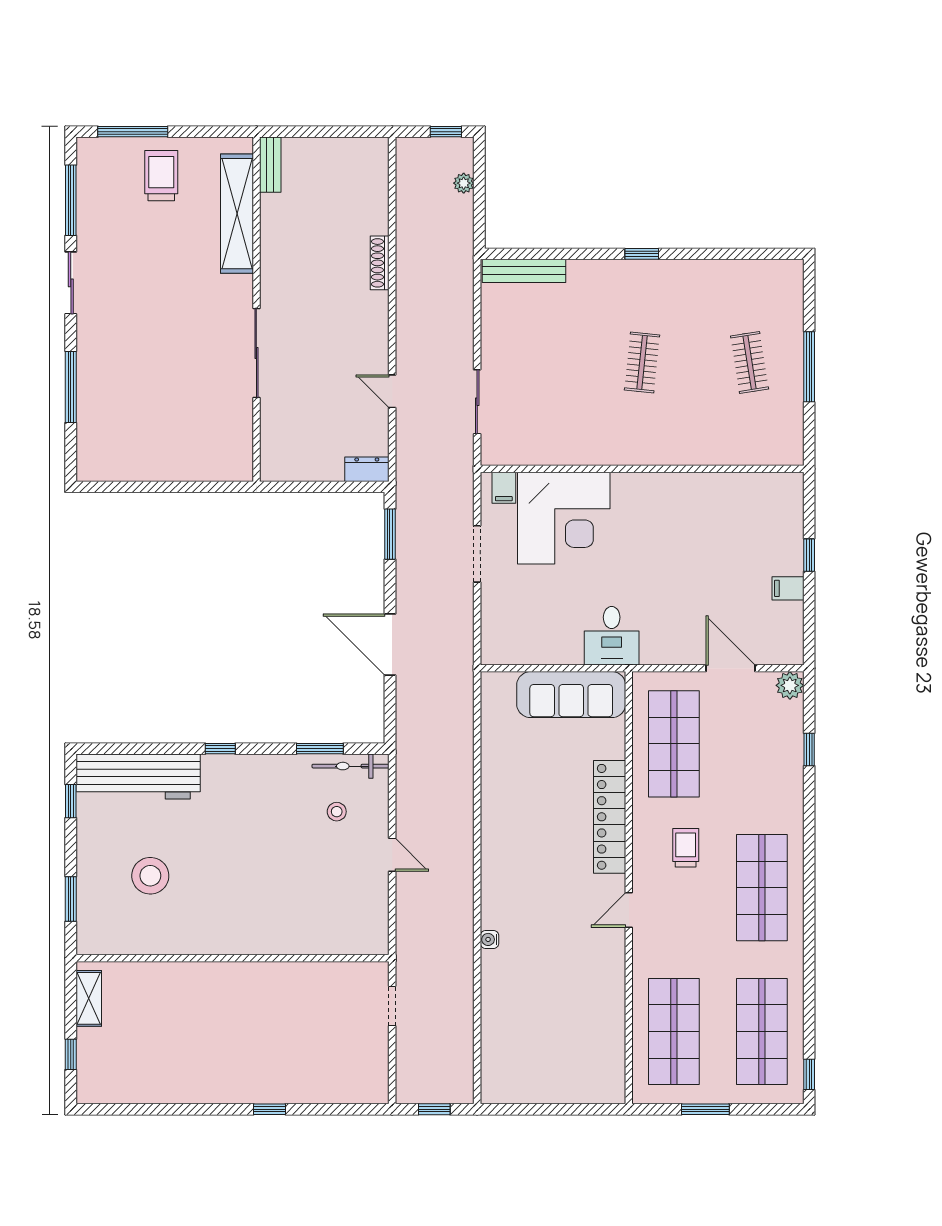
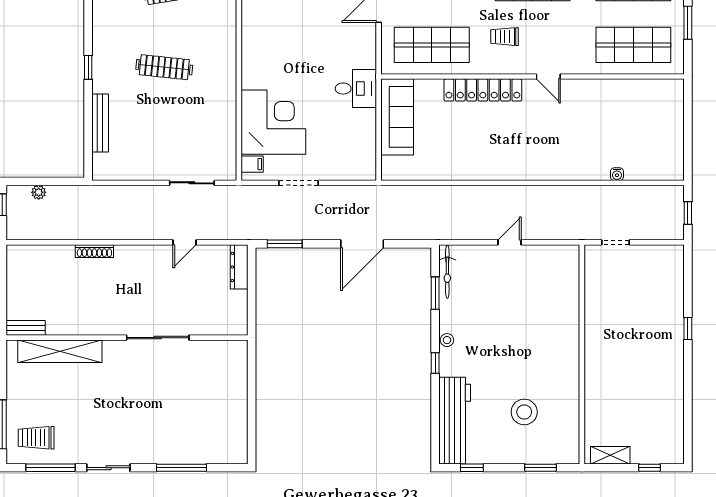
trolley: (161, 176) -> (36, 438), moved
bench: (524, 271) -> (100, 123), moved
clothes rail: (642, 362) -> (164, 67), width x1.36
dresser: (367, 469) -> (239, 267), width x1.44
stool: (337, 812) -> (447, 340), moved
water cooler: (490, 939) -> (617, 174), moved

